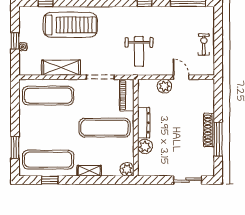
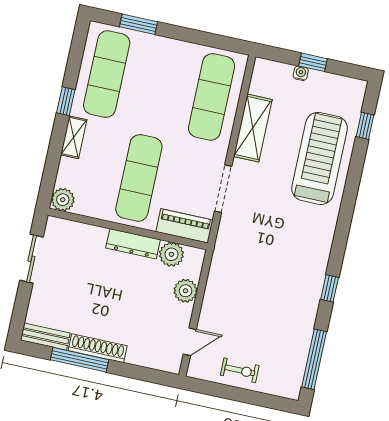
treadmill: (70, 25) -> (320, 158), turned 180
weight bench: (139, 51) -> (252, 262), removed
door: (181, 77) -> (190, 342), moved
plant: (145, 146) -> (171, 254), moved
bench: (209, 162) -> (45, 337), added
window: (50, 180) -> (66, 101), moved
sliding door: (188, 180) -> (31, 259), moved

